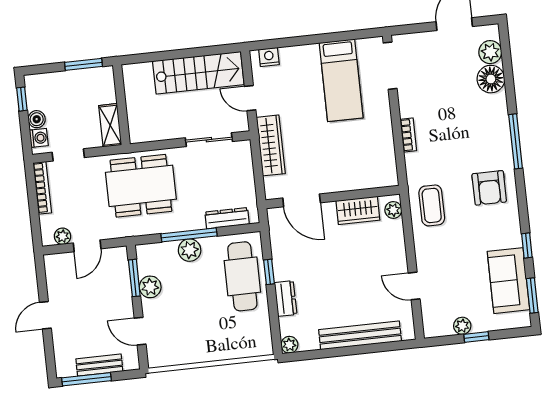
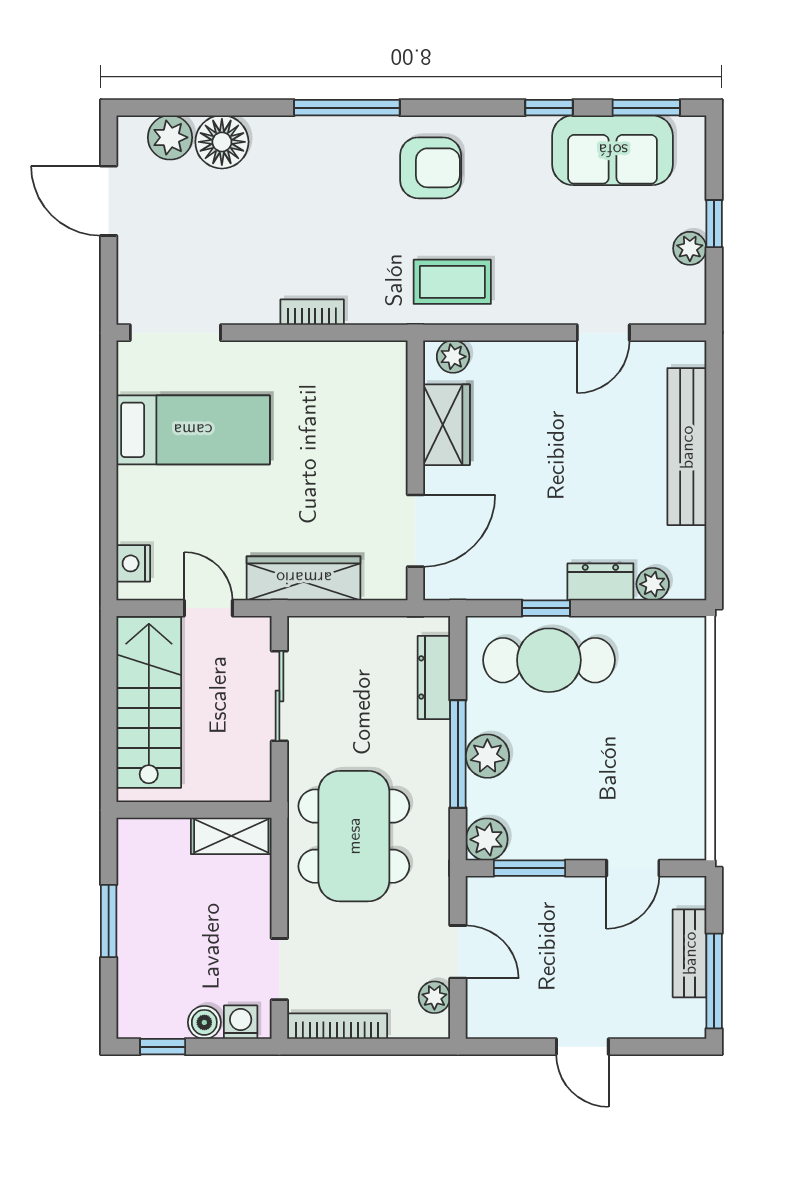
door: (250, 98) -> (208, 608), swing flipped
wall: (121, 105) -> (194, 810), moved
shelving: (110, 125) -> (231, 836), moved
plant: (150, 287) -> (487, 839), moved
plant: (289, 345) -> (653, 584), moved

